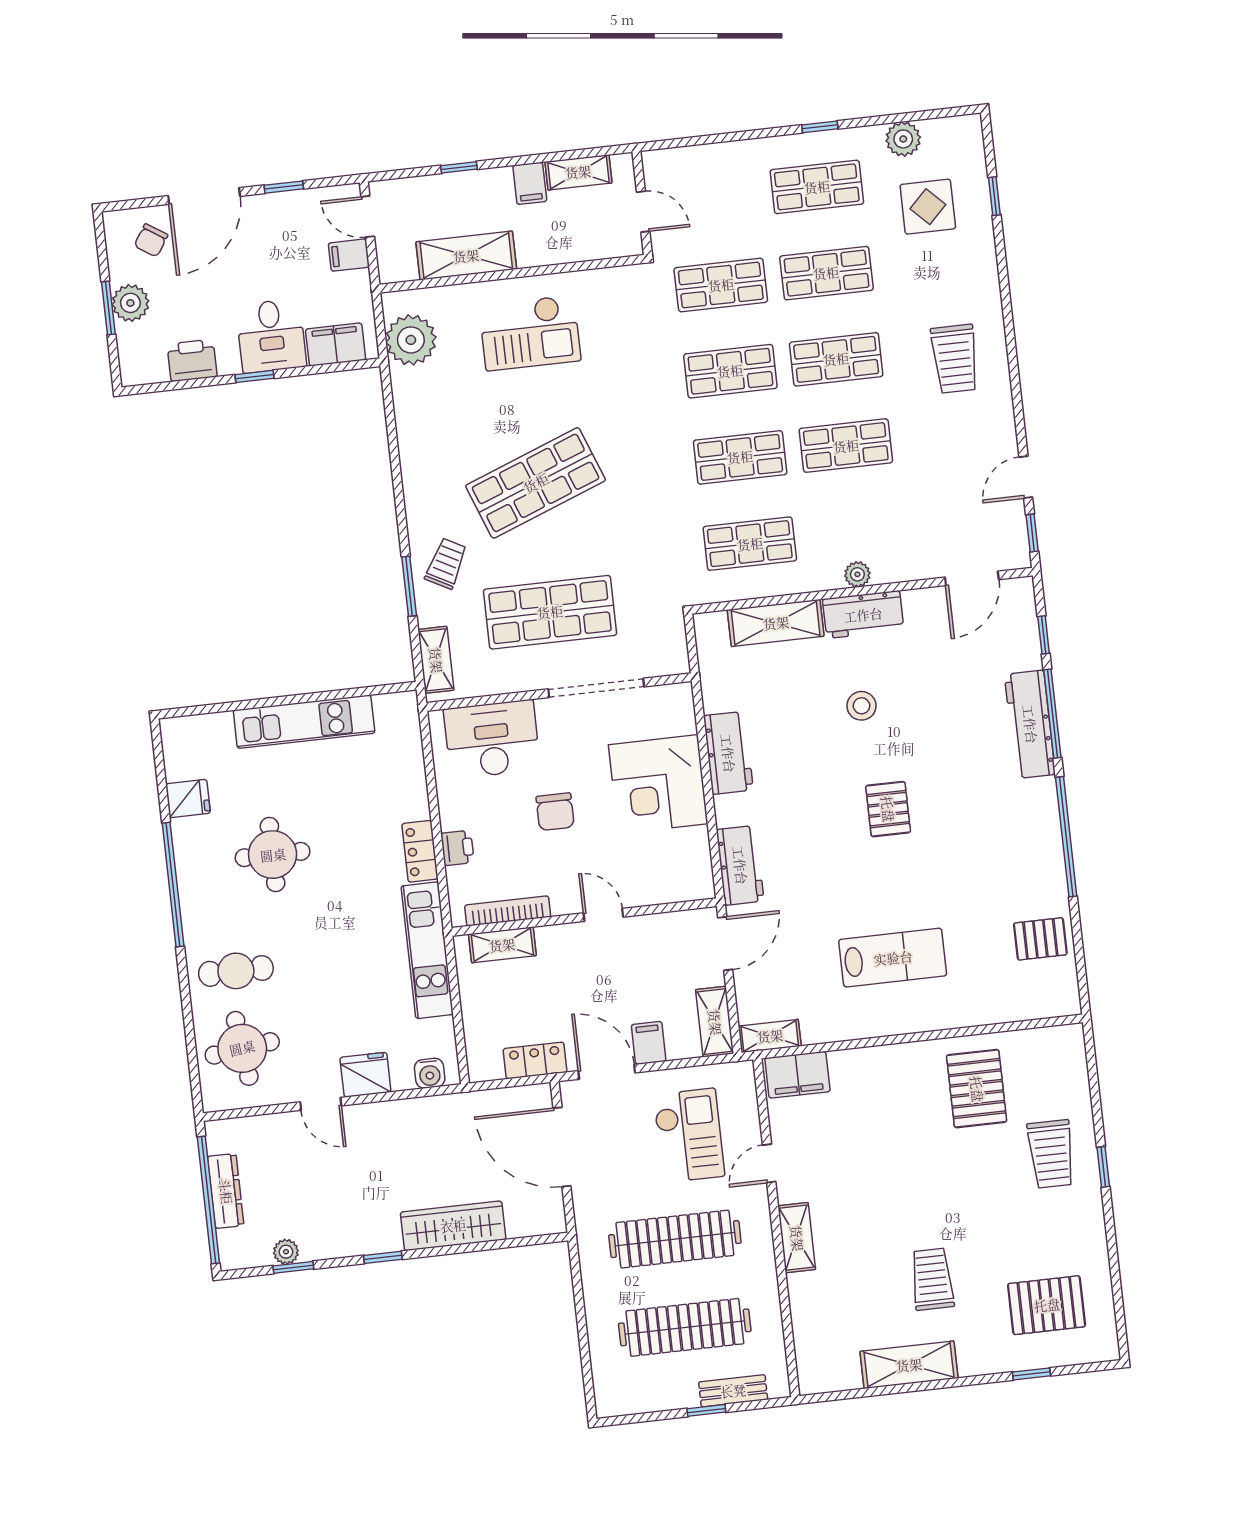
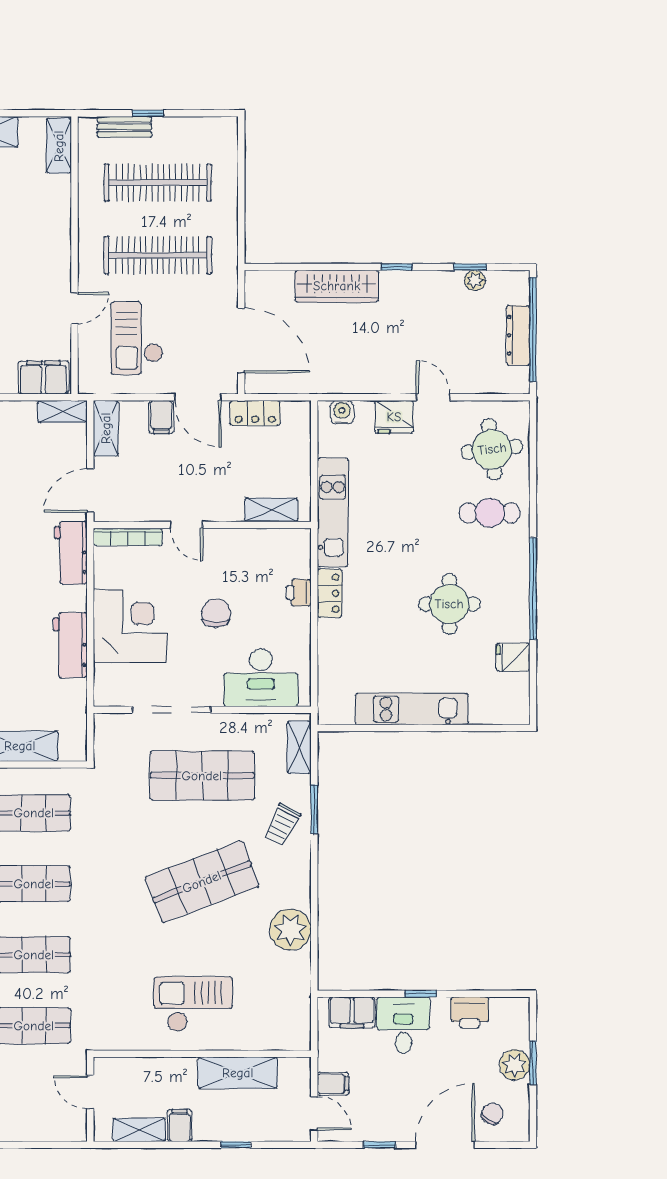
plant: (411, 340) -> (290, 930), moved
bookcase: (508, 911) -> (128, 537), moved
shelving: (797, 1238) -> (59, 146), moved

